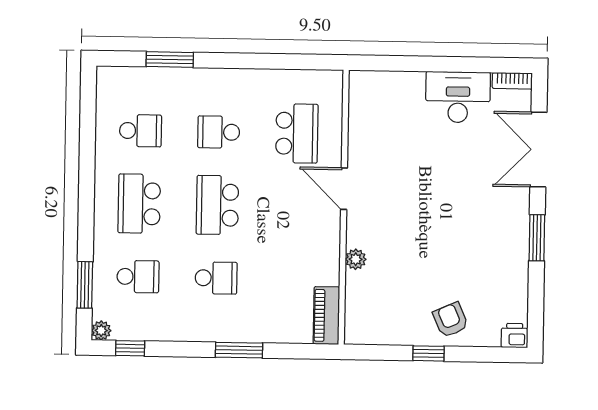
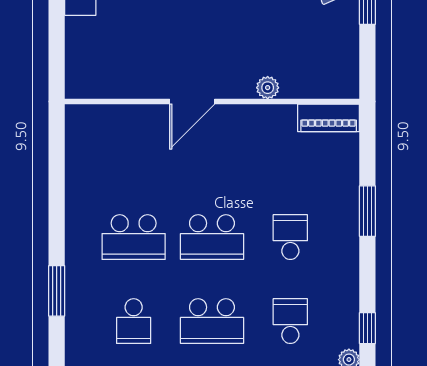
school desk: (140, 131) -> (134, 321), turned 180
school desk: (219, 132) -> (134, 237), width x1.85
school desk: (297, 133) -> (134, 153), removed

